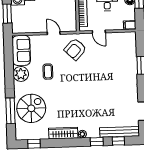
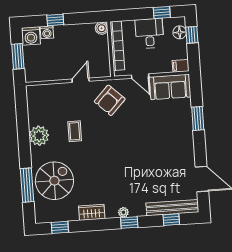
door: (54, 33) -> (81, 80), hinge flipped
sofa: (21, 50) -> (170, 87), moved, turned 90
wardrobe: (63, 133) -> (92, 212), width x0.67
window: (97, 142) -> (129, 223), moved

